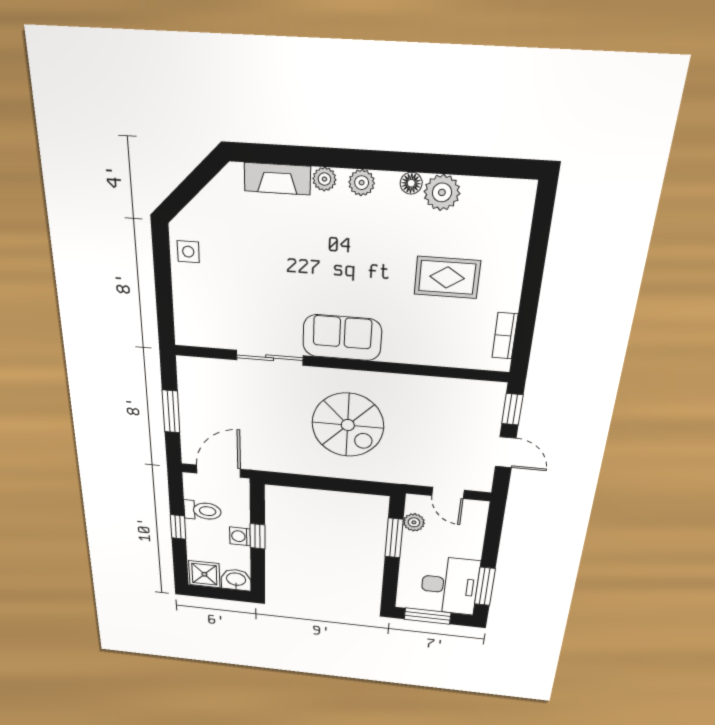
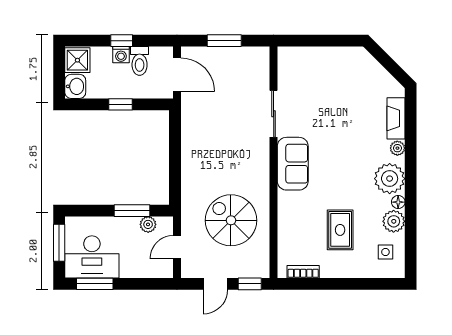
plant: (362, 183) -> (390, 179), width x1.88, depth x1.88
side table: (188, 252) -> (385, 252), moved
spiral stairs: (348, 425) -> (231, 220), moved, turned 90
washing machine: (240, 536) -> (121, 55), moved, turned 180

